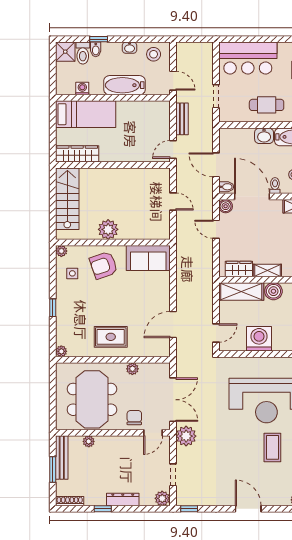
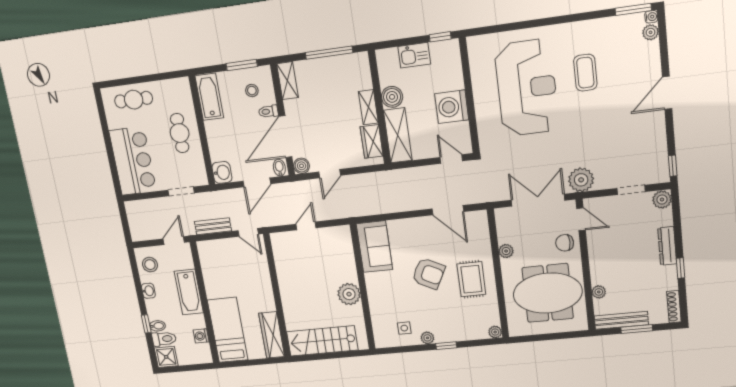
washbasin: (264, 136) -> (222, 172), moved
plant: (61, 251) -> (427, 338), moved
armchair: (104, 265) -> (428, 273), moved, turned -44
coffee table: (272, 447) -> (585, 73), turned 90

